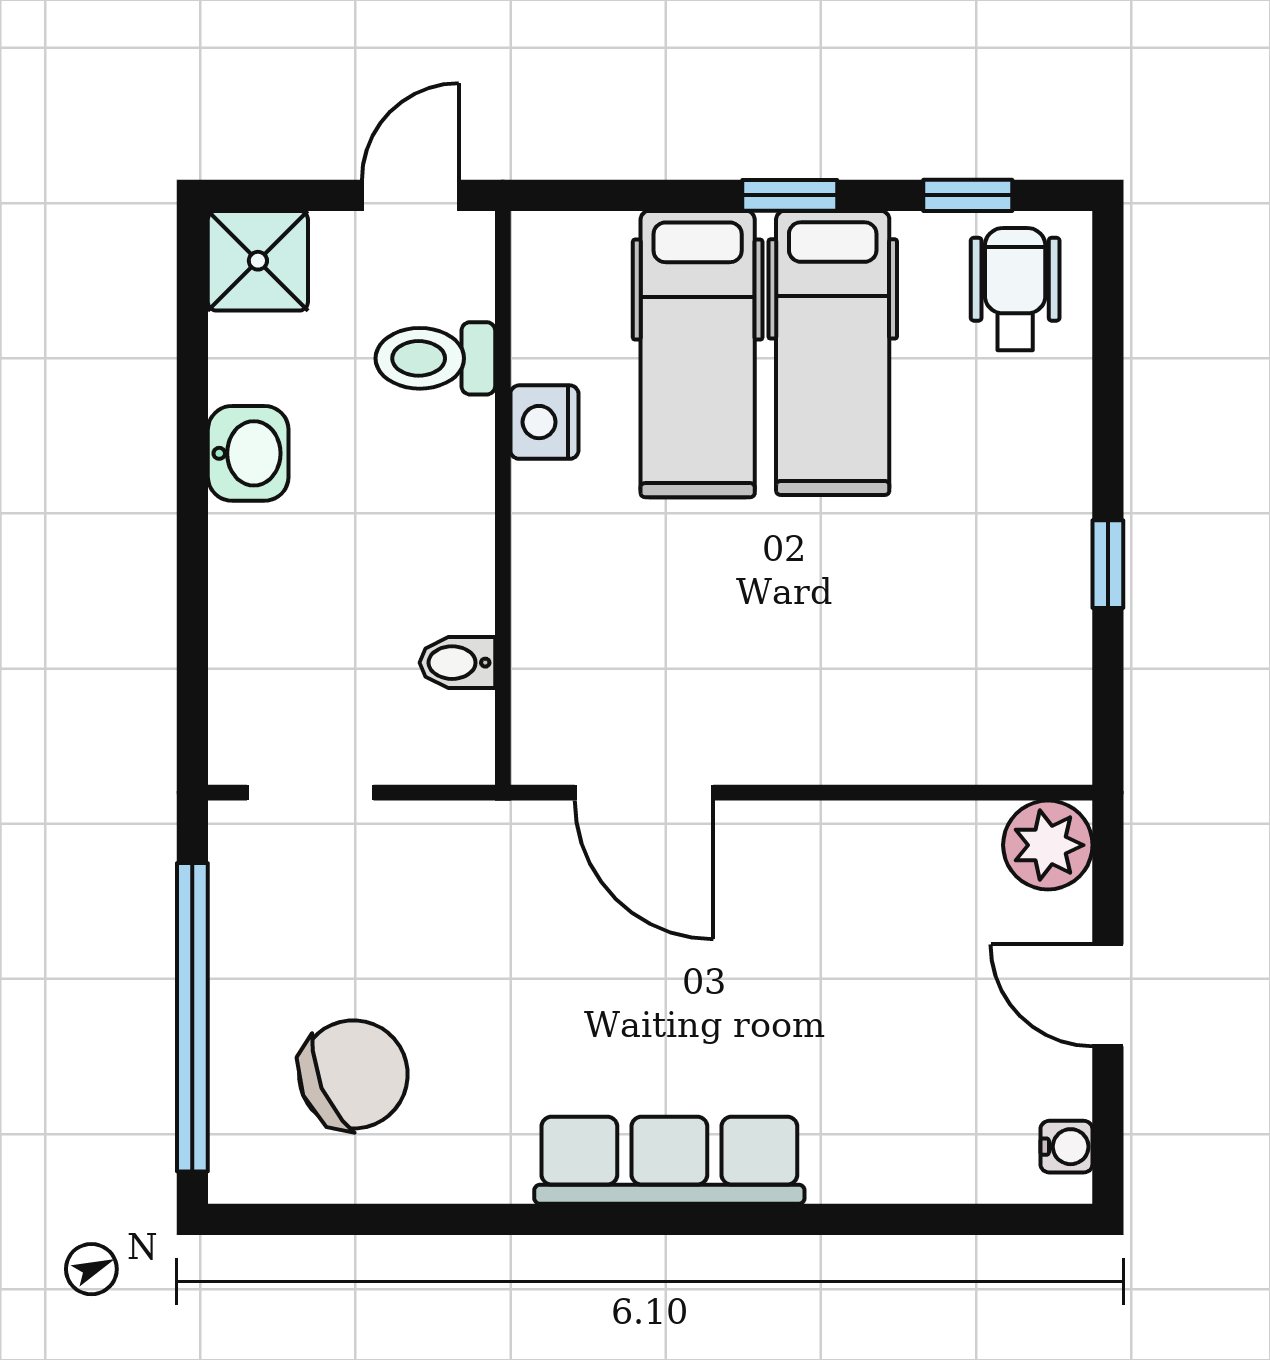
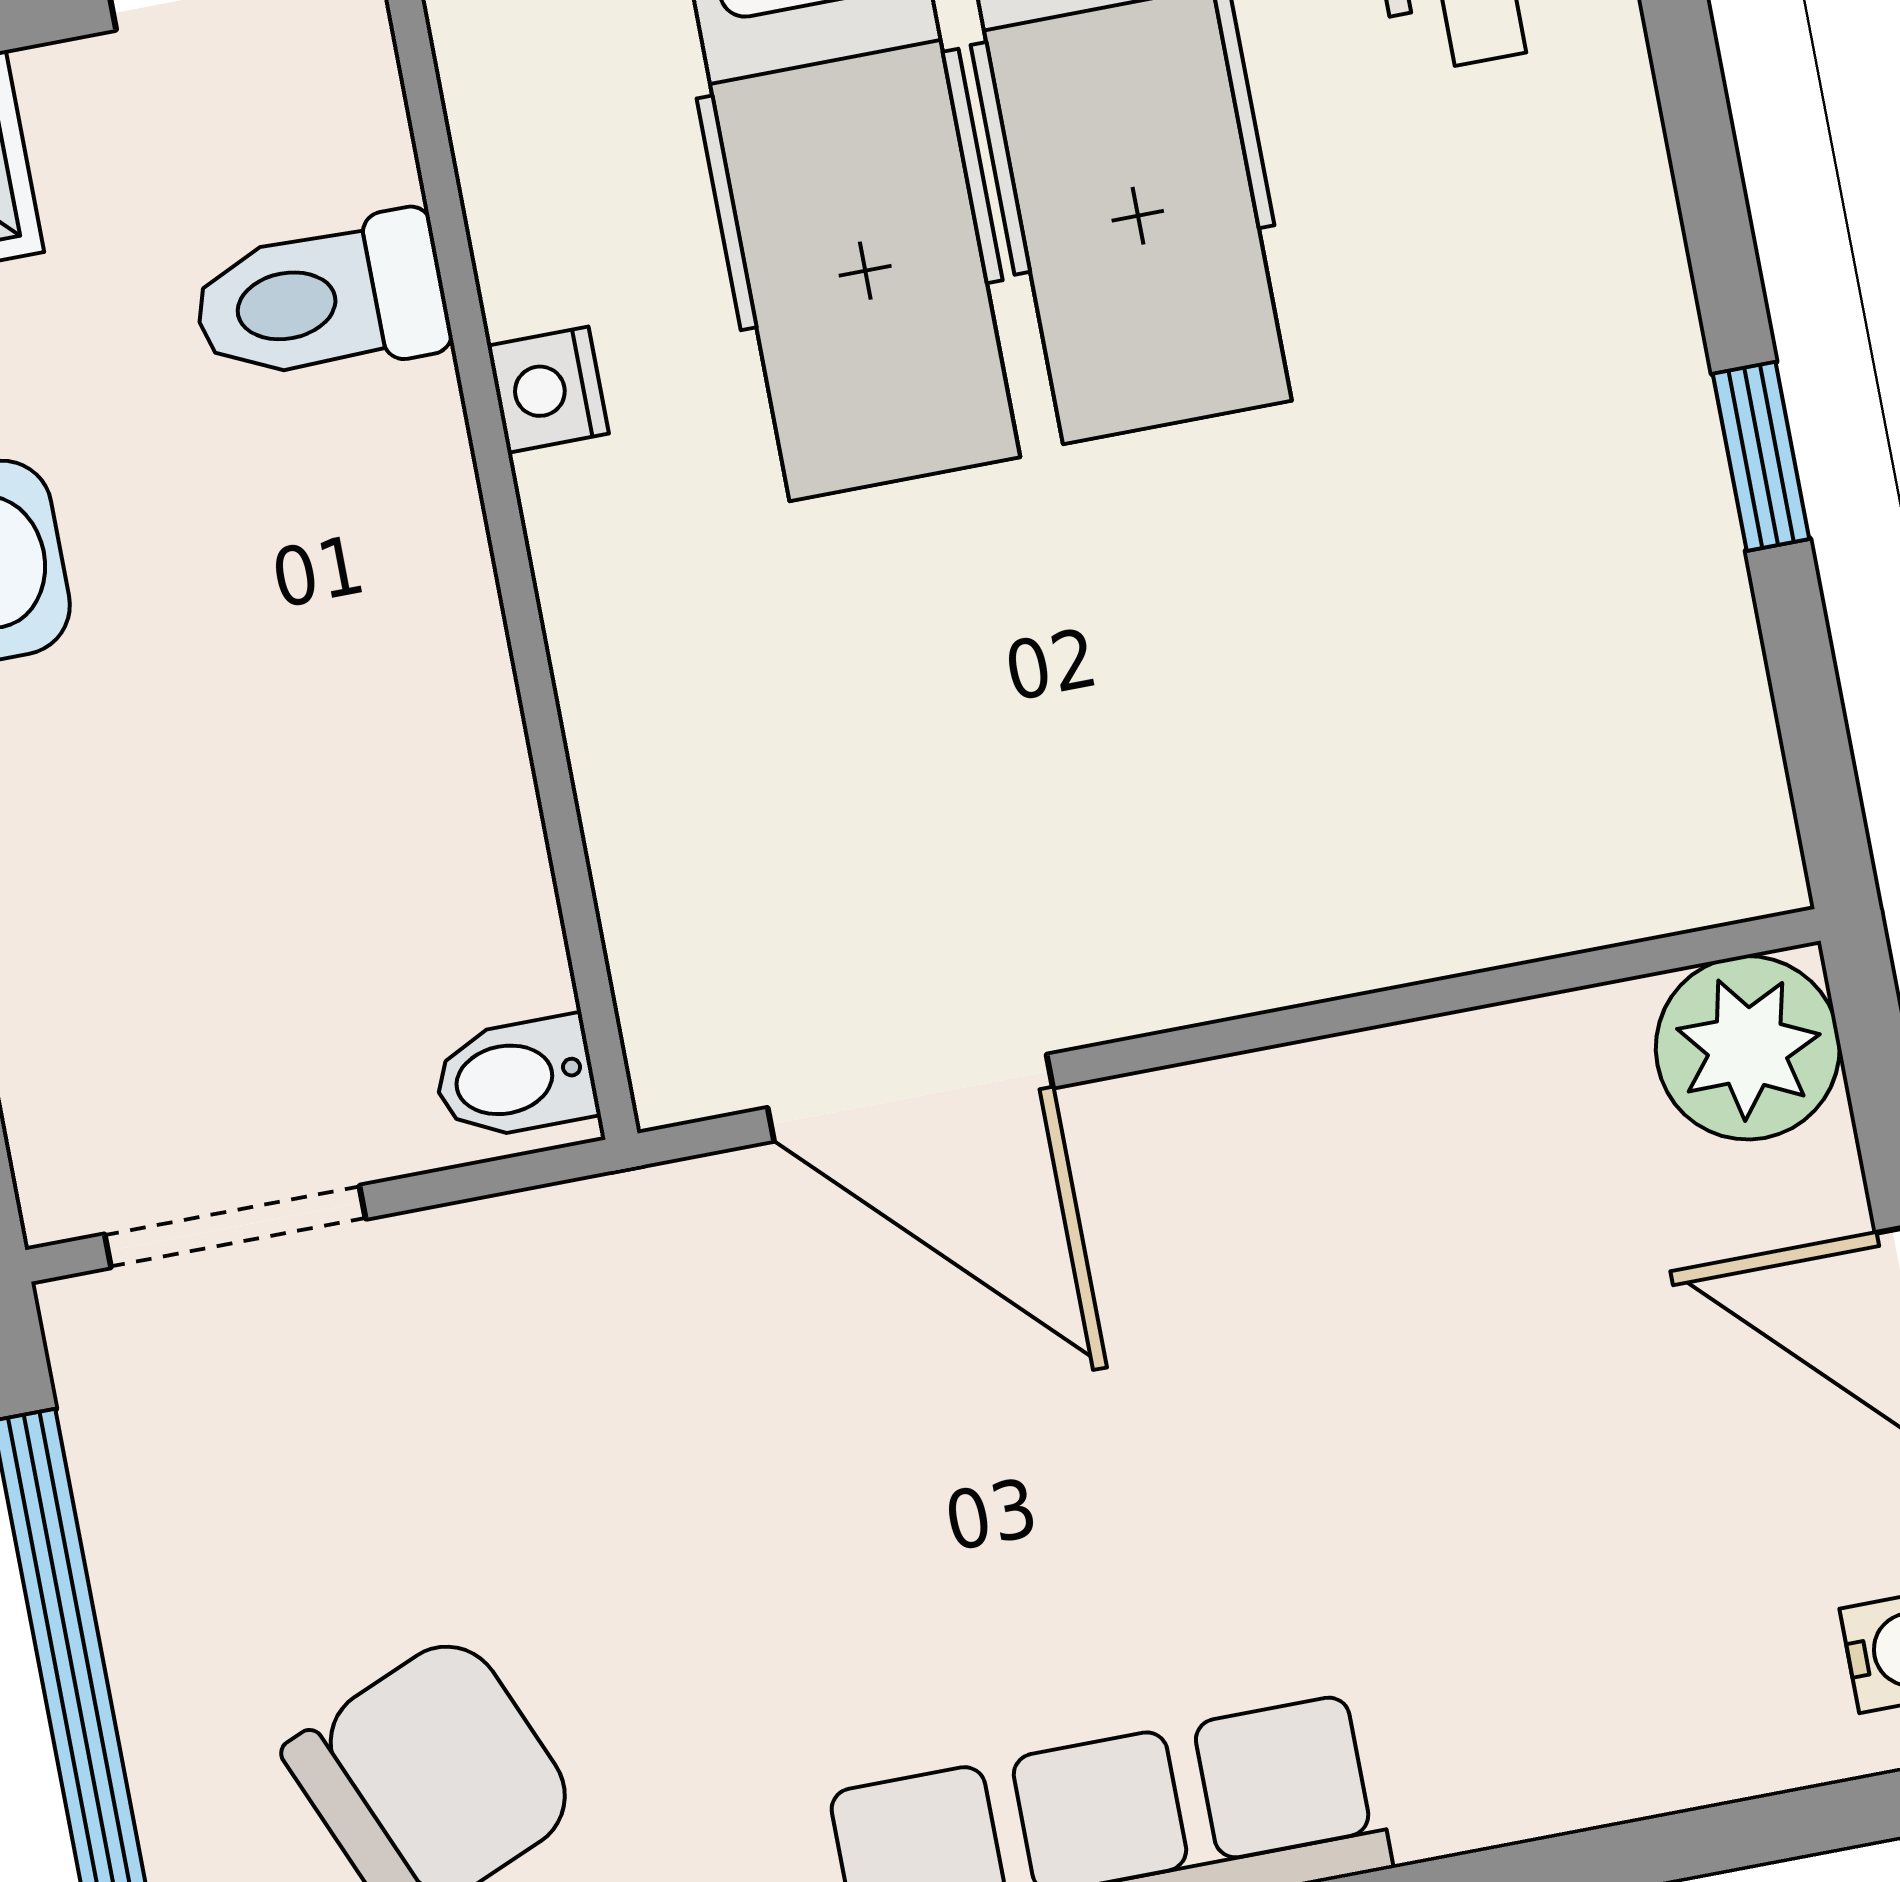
nightstand: (544, 422) -> (548, 390), width x0.72, depth x0.74
bidet: (457, 663) -> (515, 1078), moved

